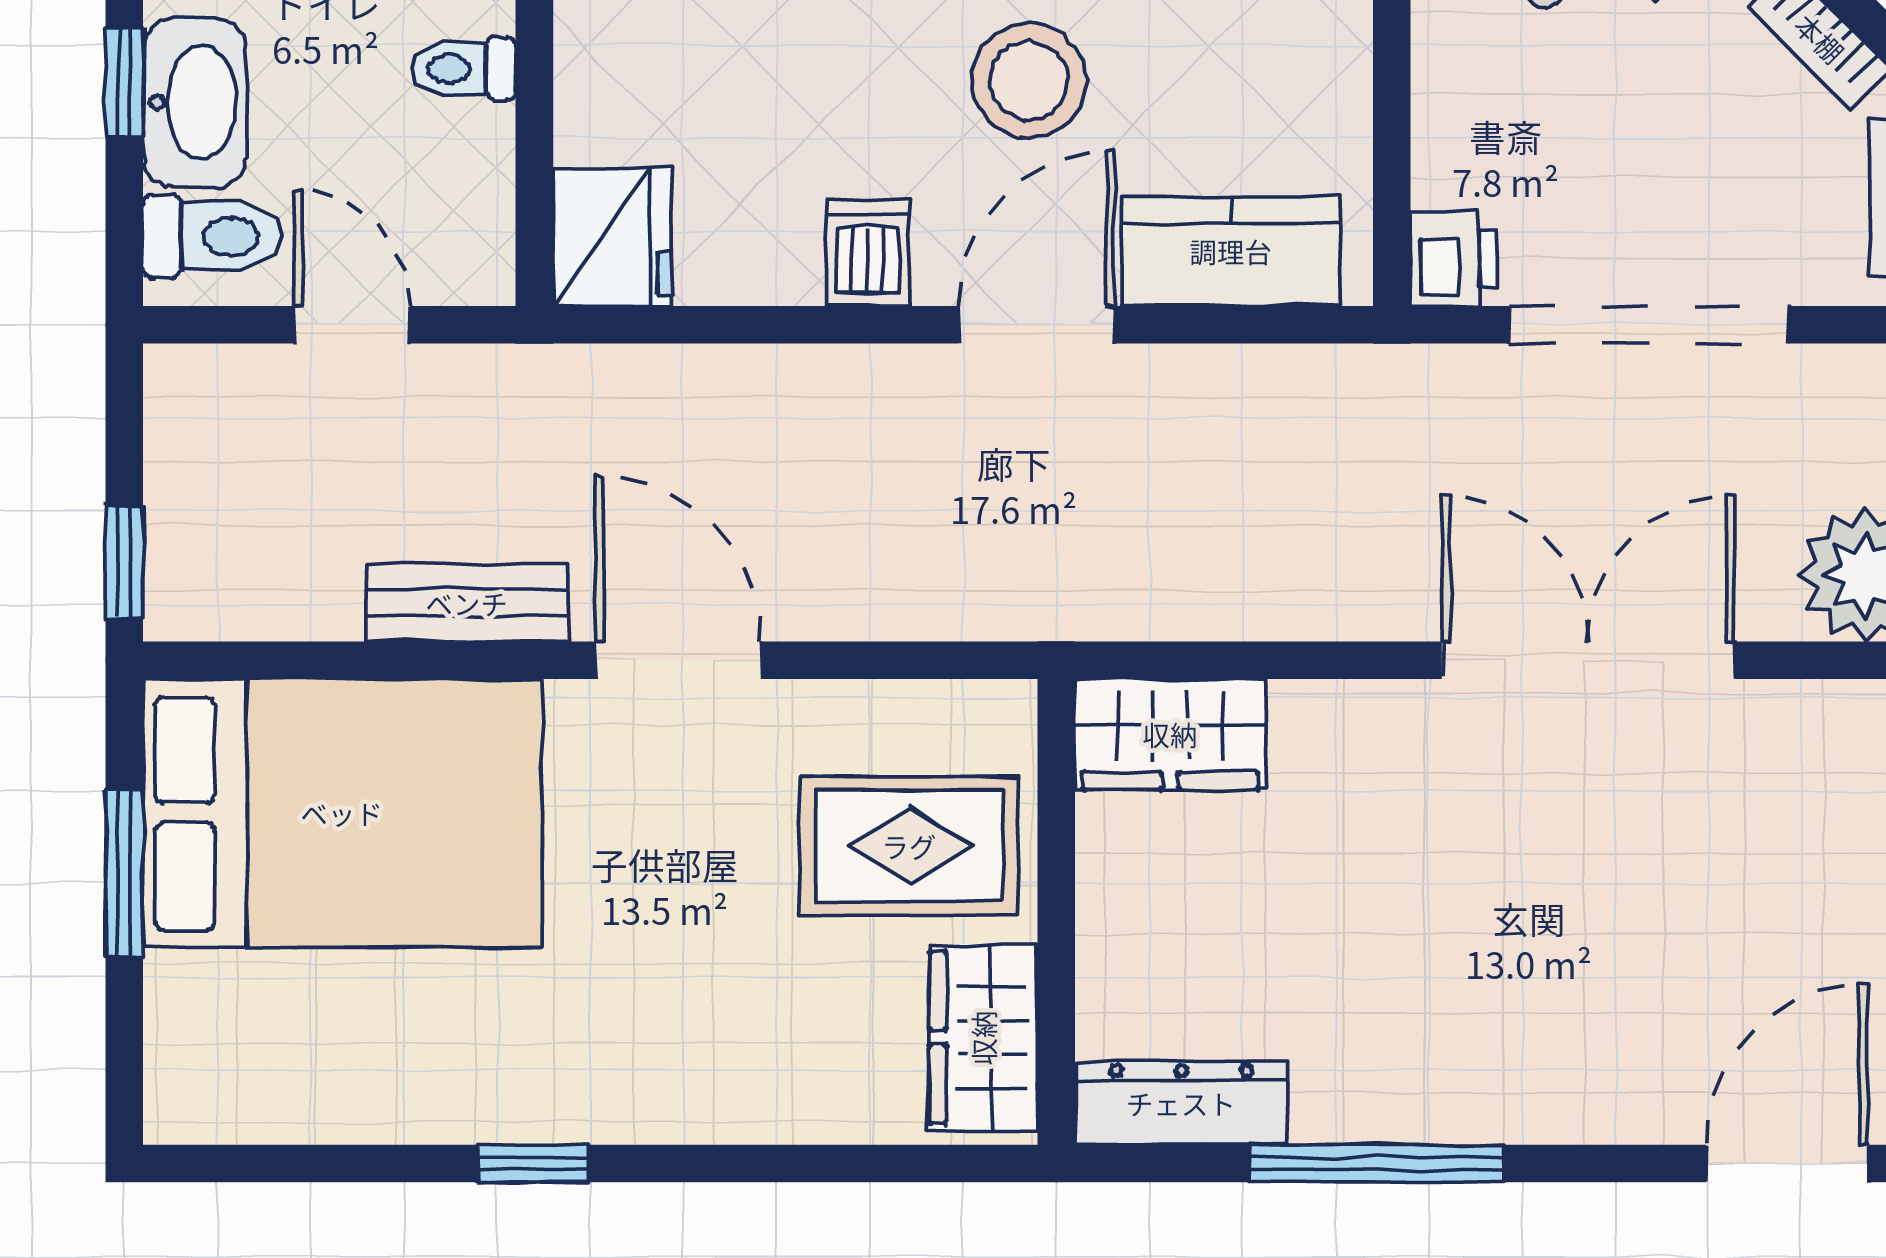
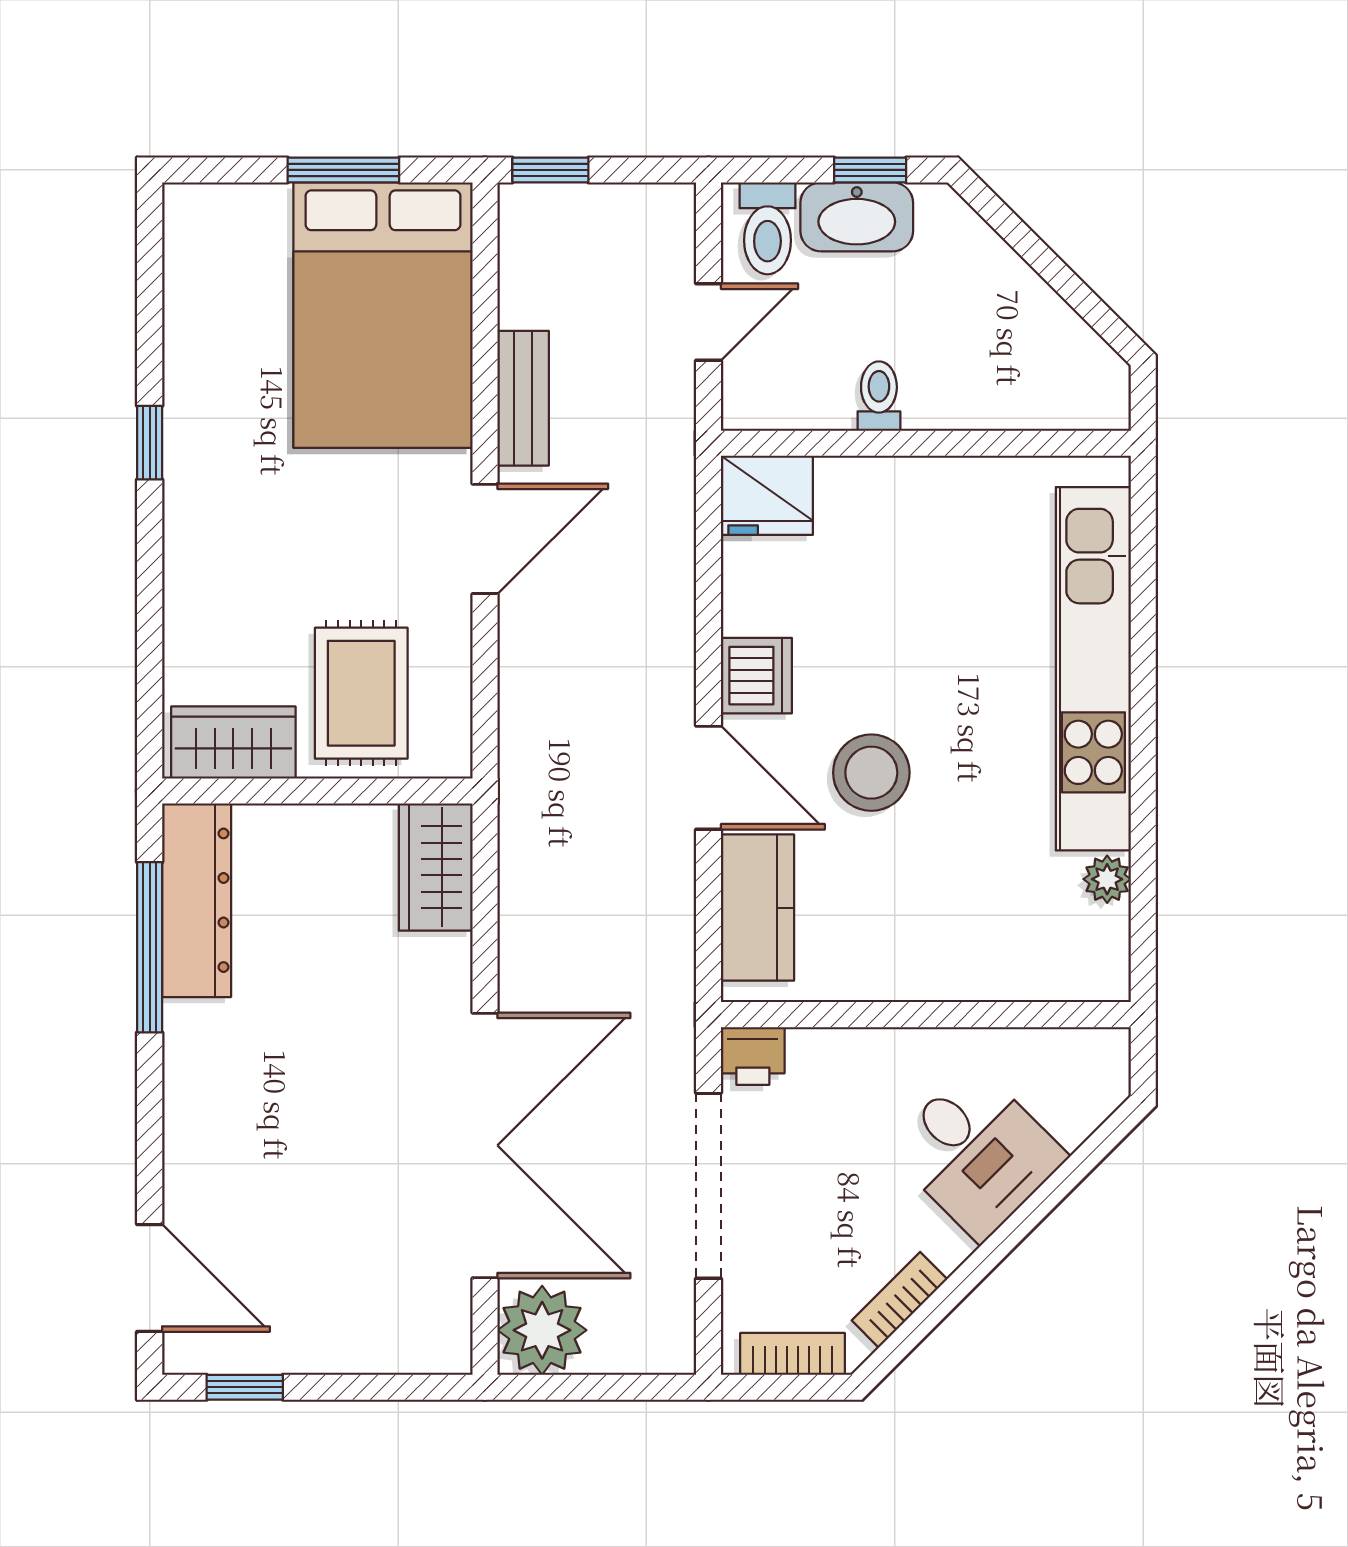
dishwasher: (867, 253) -> (756, 676), width x1.38
double door: (1588, 660) -> (485, 1145), width x1.36
dresser: (1181, 1103) -> (197, 900), width x1.37, depth x1.24
window: (1377, 1163) -> (150, 947), moved

